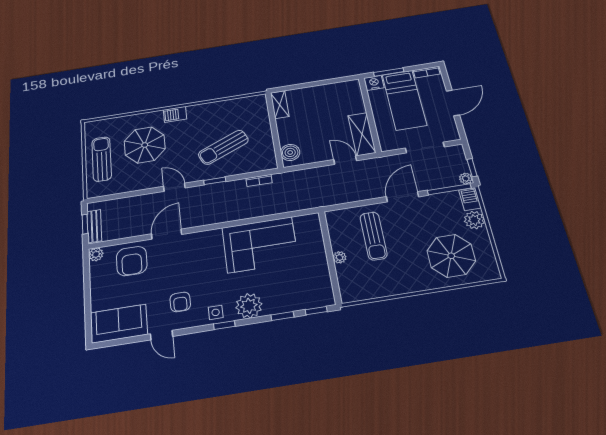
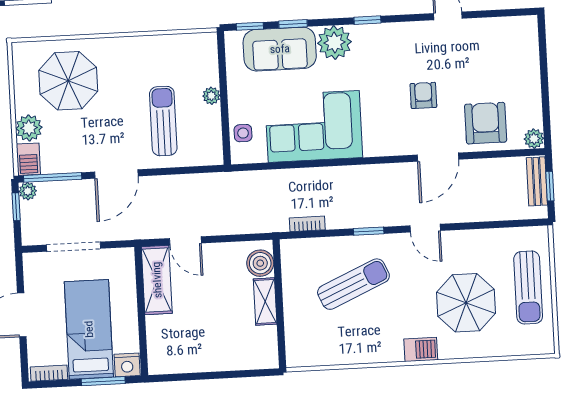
shelving: (280, 105) -> (265, 301), moved
armchair: (180, 302) -> (423, 95), moved
side table: (216, 312) -> (243, 133), moved
sofa: (119, 324) -> (280, 49), moved

